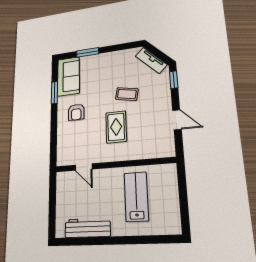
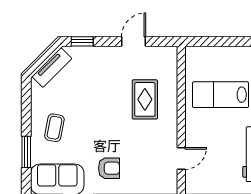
coffee table: (127, 94) -> (54, 128), moved
rug: (116, 127) -> (145, 99), moved, turned 90

